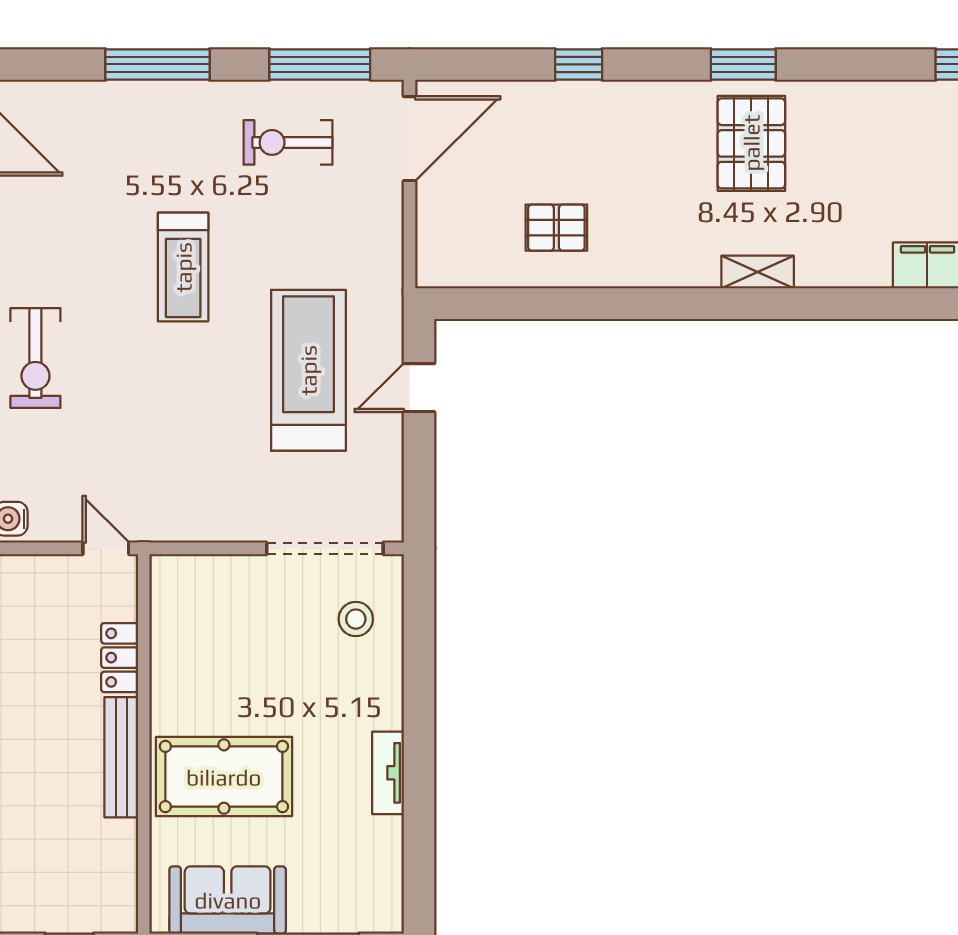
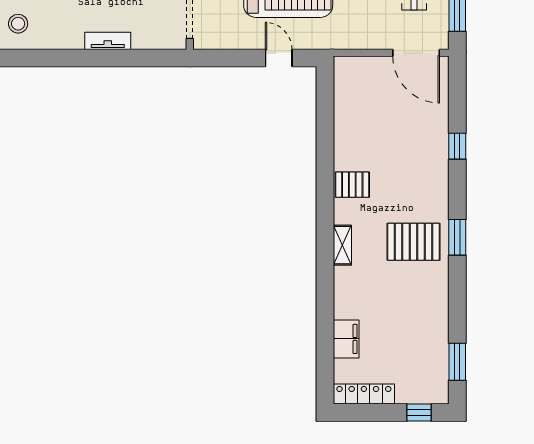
pallet: (556, 228) -> (352, 185), moved, turned 90
stool: (356, 619) -> (18, 24), moved
tv unit: (388, 773) -> (108, 41), moved

